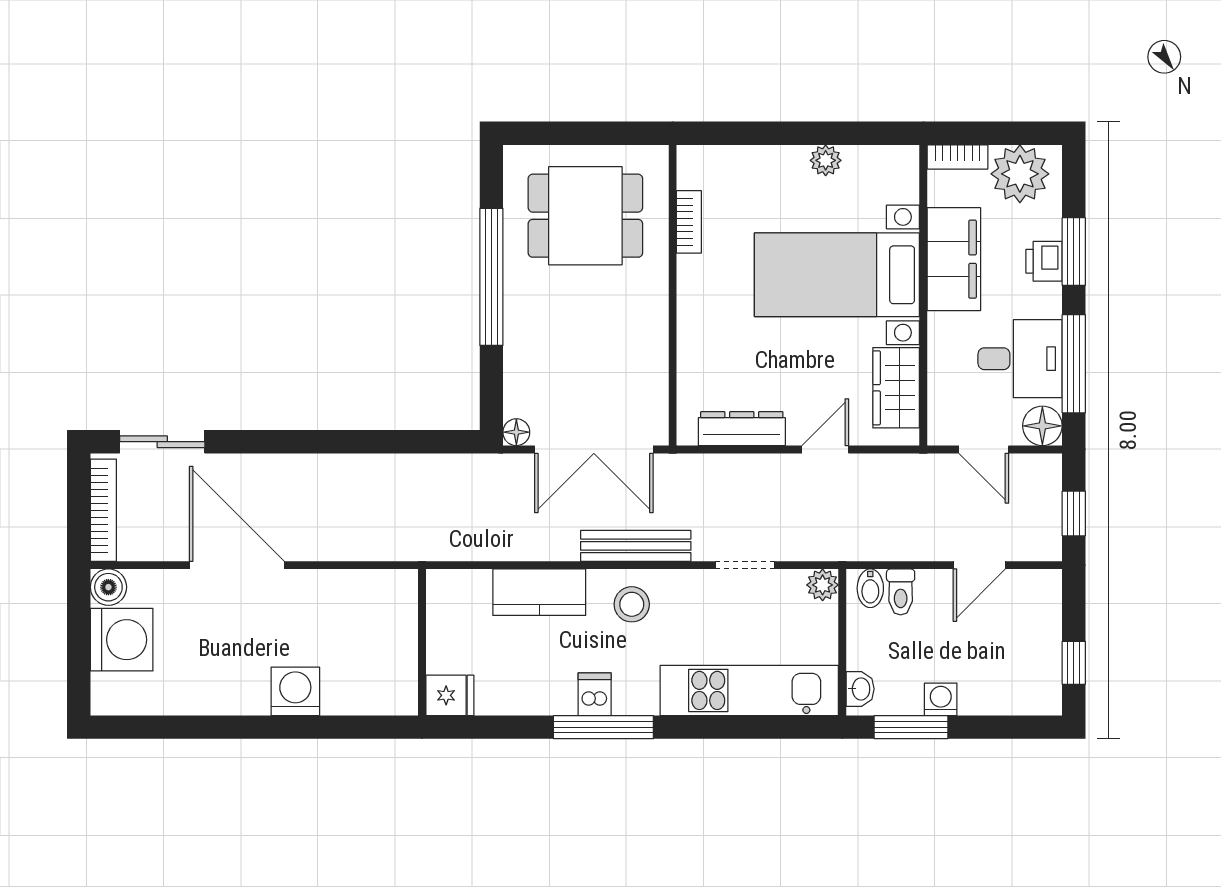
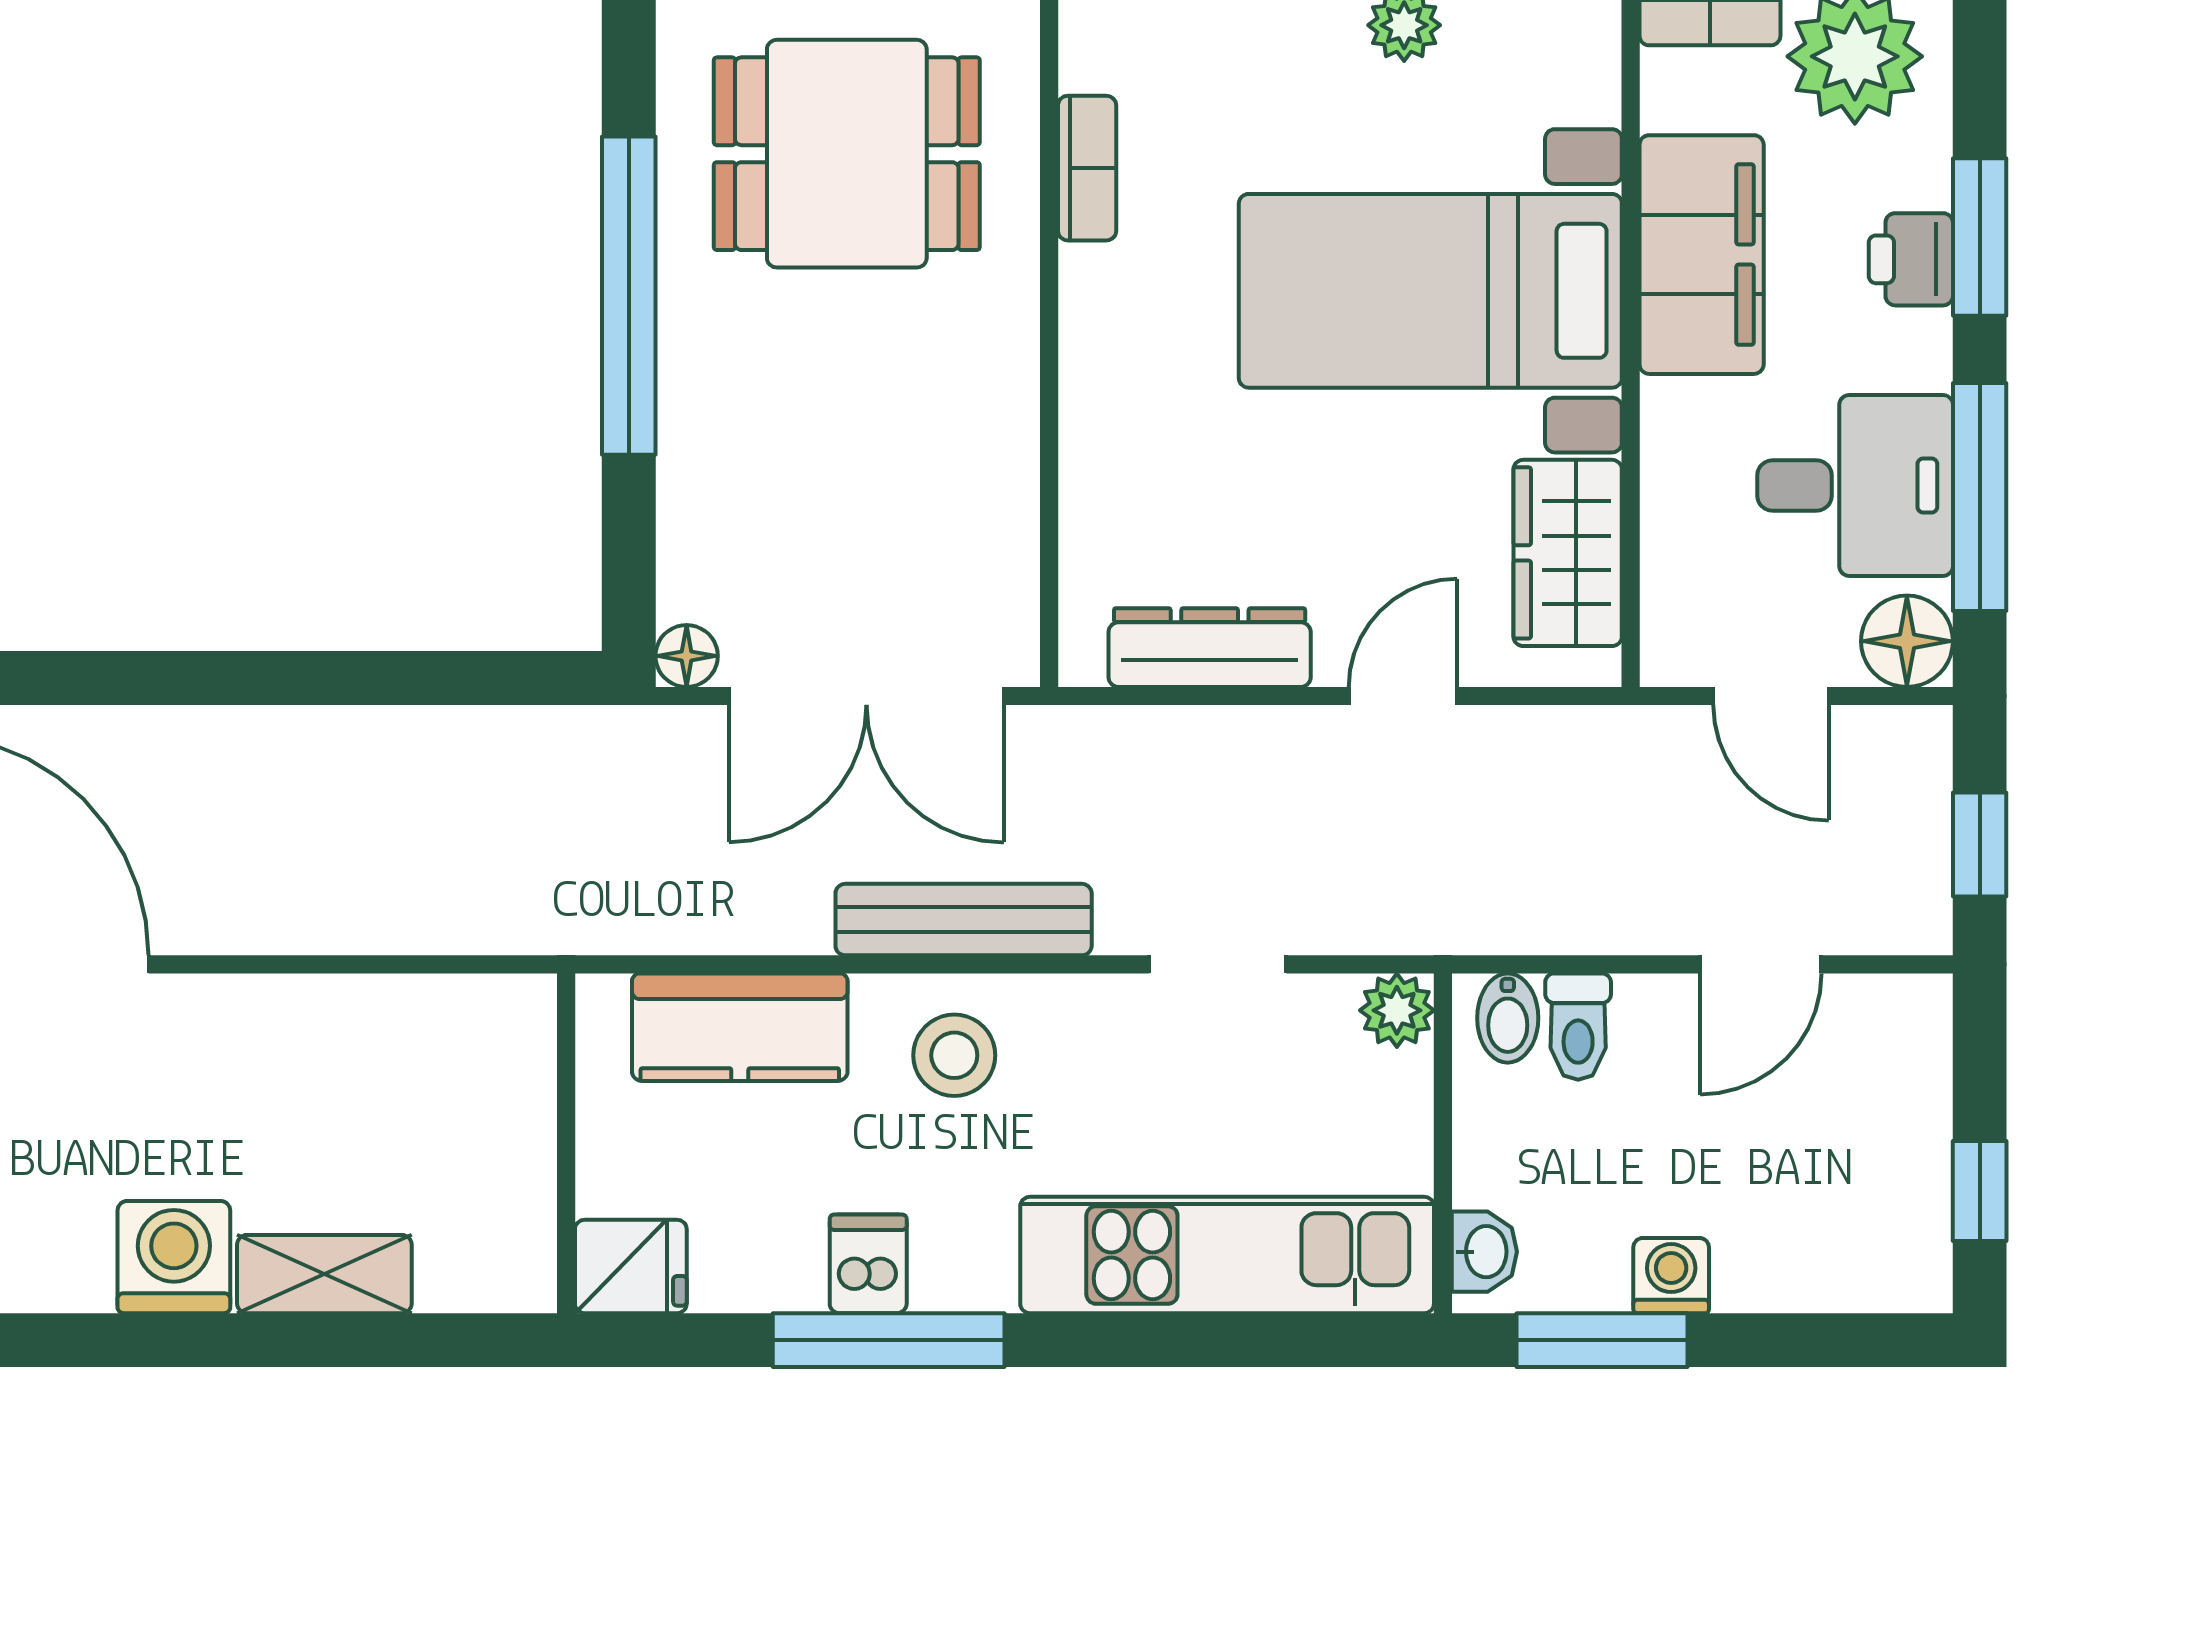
wall: (422, 642) -> (566, 1143), moved
fridge: (450, 695) -> (631, 1266), moved
shelving: (360, 699) -> (324, 1274), added

